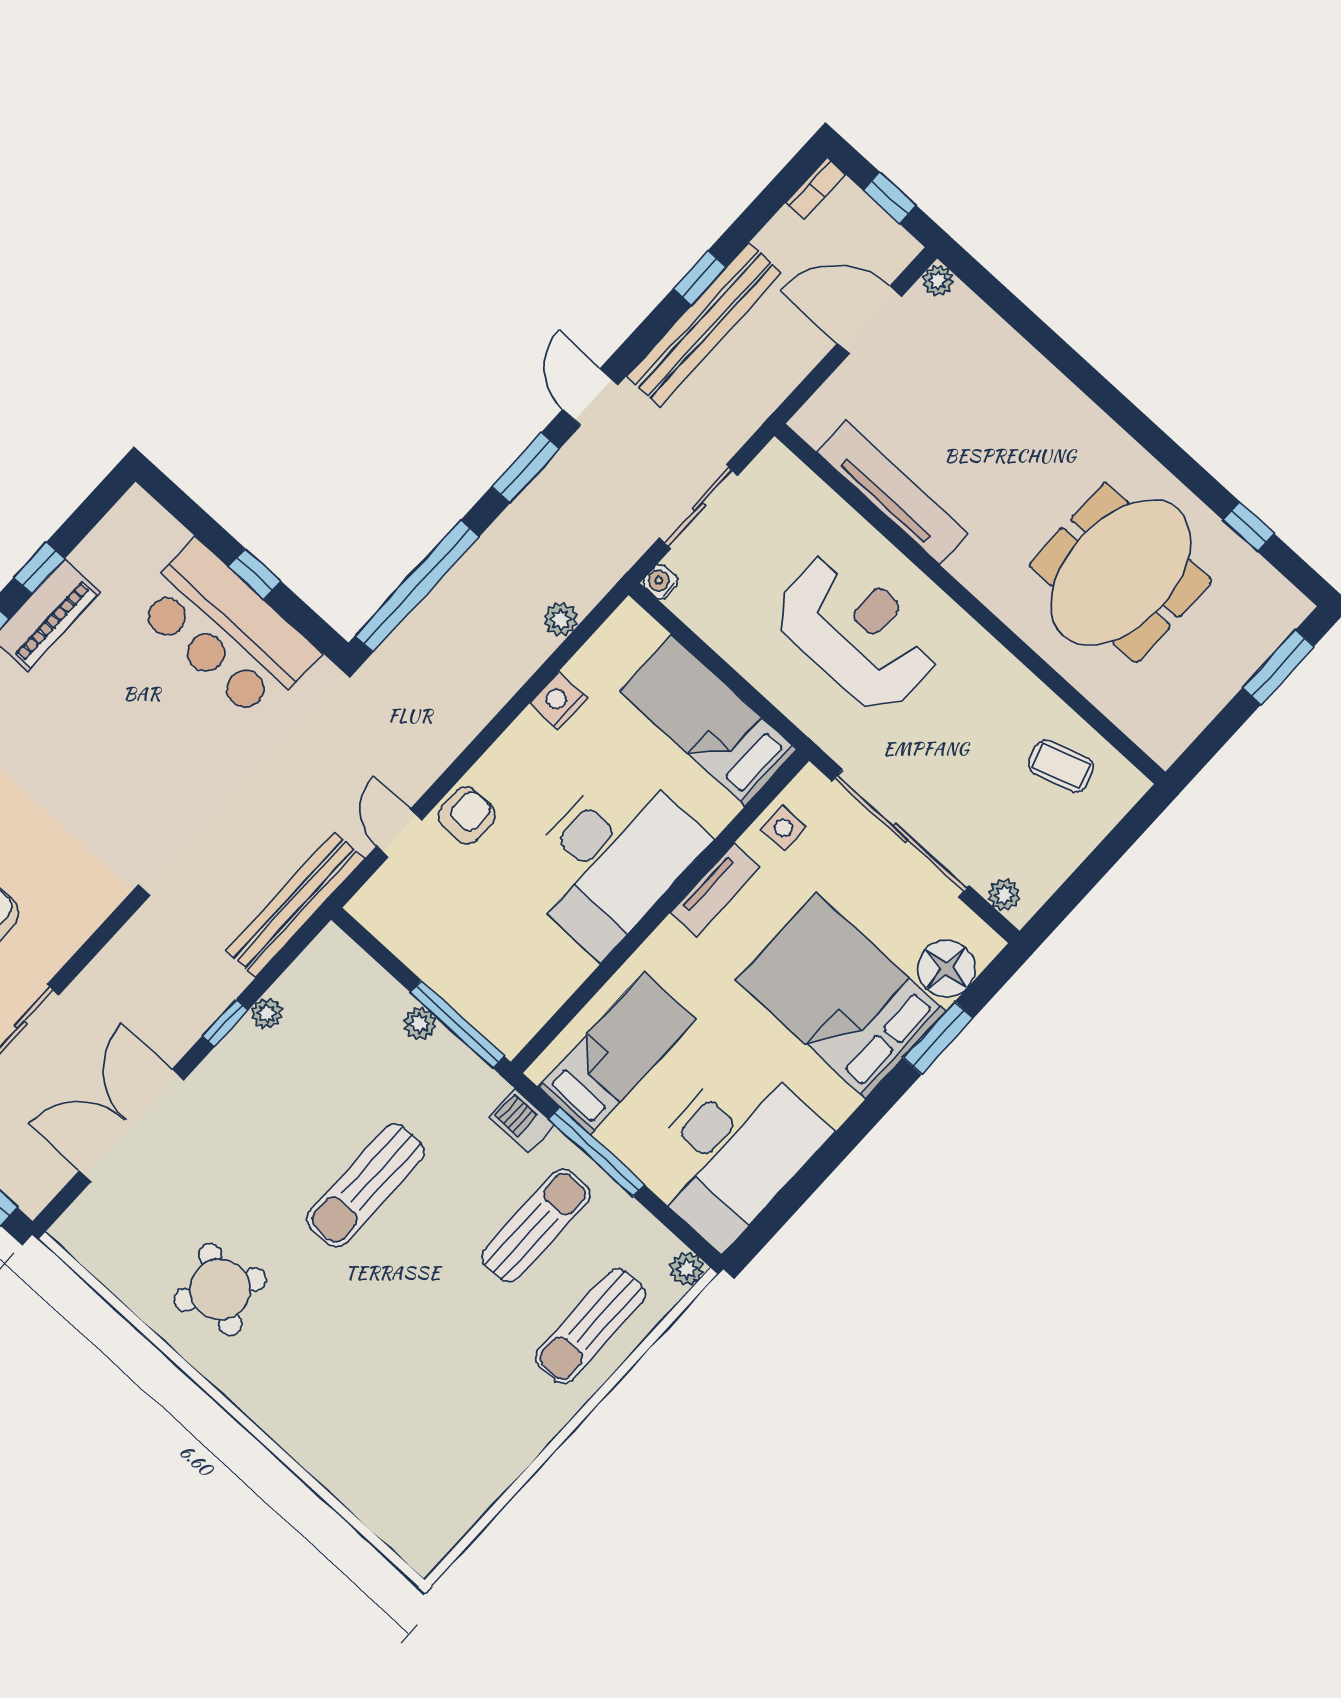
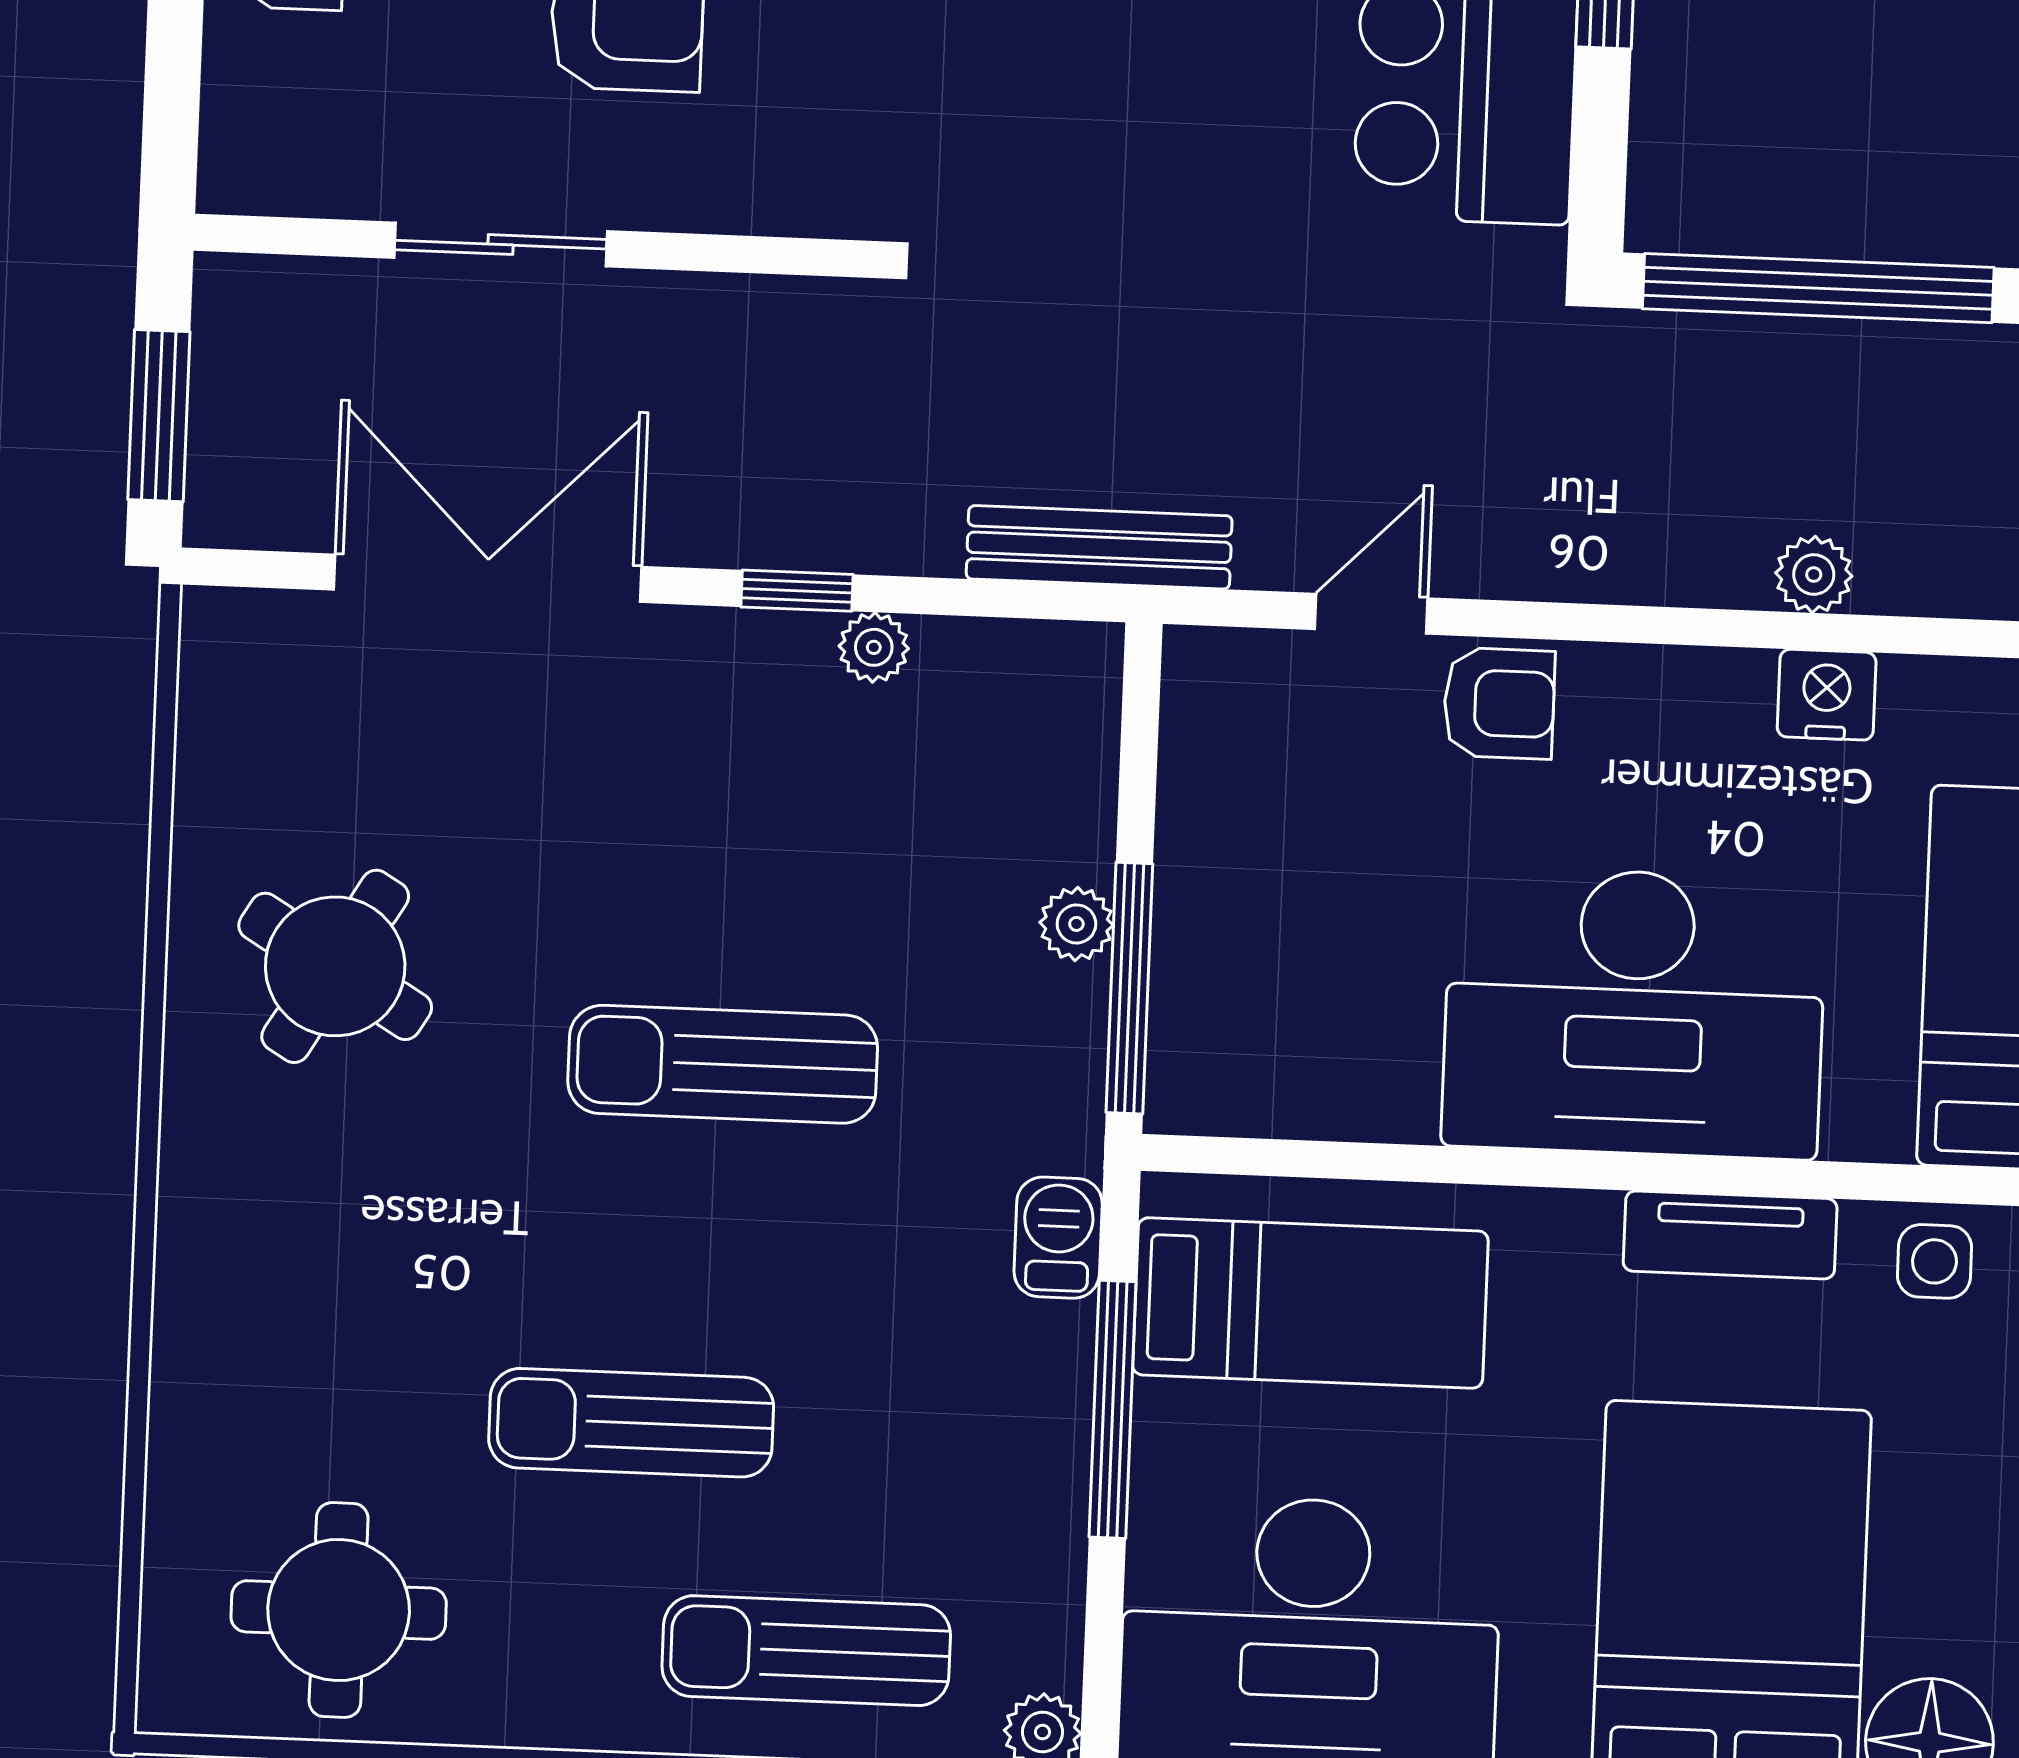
plant: (561, 619) -> (1814, 575), moved
bench: (295, 905) -> (1099, 547), width x0.73, depth x0.82
sun lounger: (536, 1225) -> (631, 1423), moved, turned 180
round table: (441, 1474) -> (339, 1610), added

